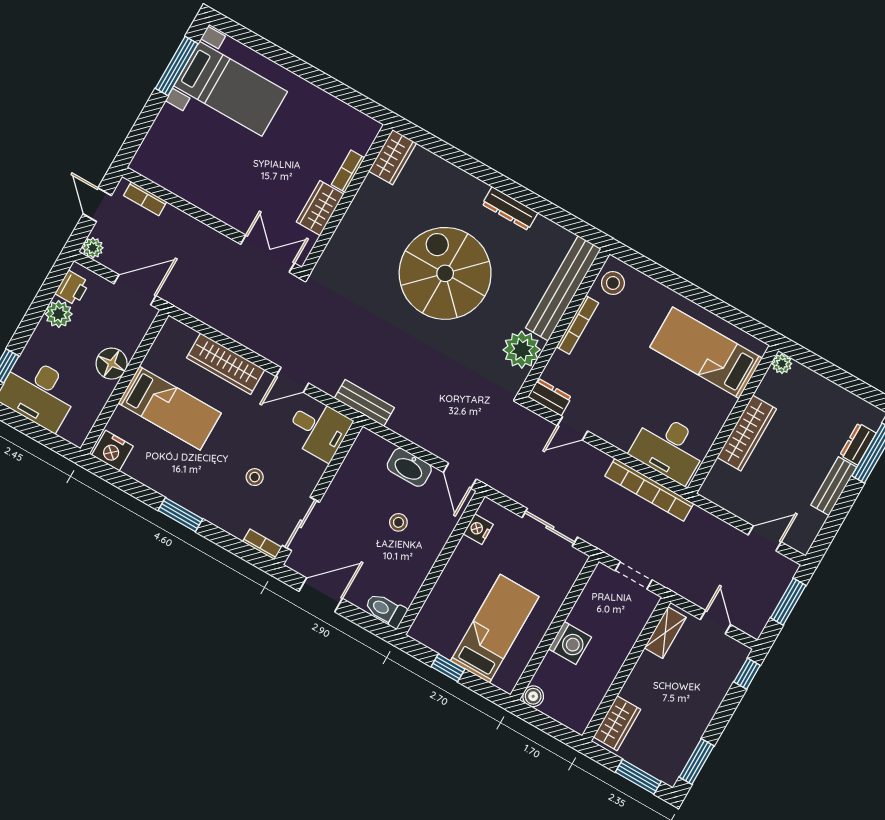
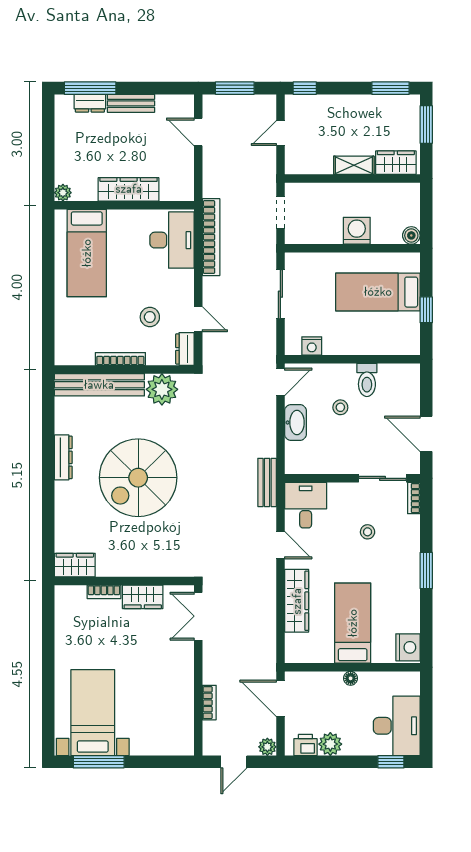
bookcase: (145, 199) -> (209, 703), moved
stool: (613, 283) -> (150, 317), moved
floor lamp: (112, 364) -> (351, 678), width x0.53, depth x0.53
toilet: (386, 610) -> (367, 380), moved
shelving: (665, 633) -> (354, 165), moved

